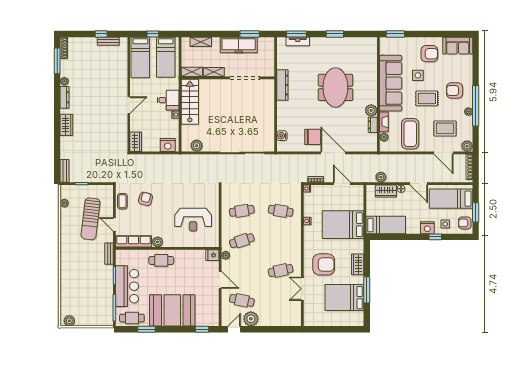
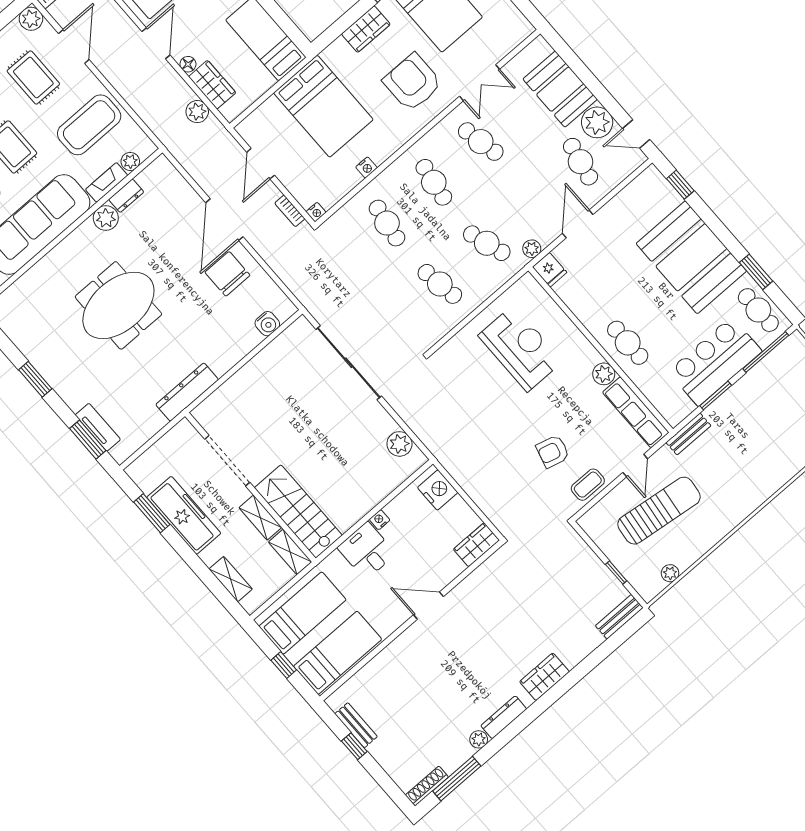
stairs: (190, 102) -> (298, 512), moved, turned 90
cafe table: (281, 241) -> (434, 182), added
booth: (275, 316) -> (560, 89), added

